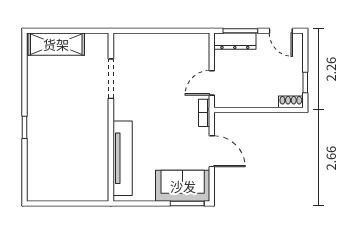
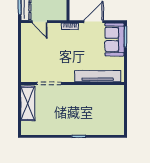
shelving: (56, 44) -> (28, 103), moved
door: (212, 83) -> (40, 22), moved

